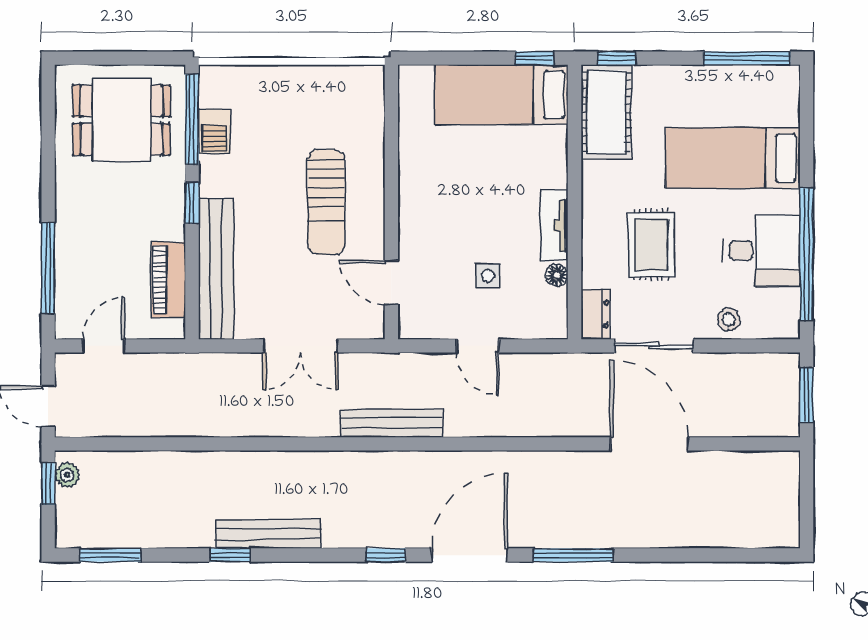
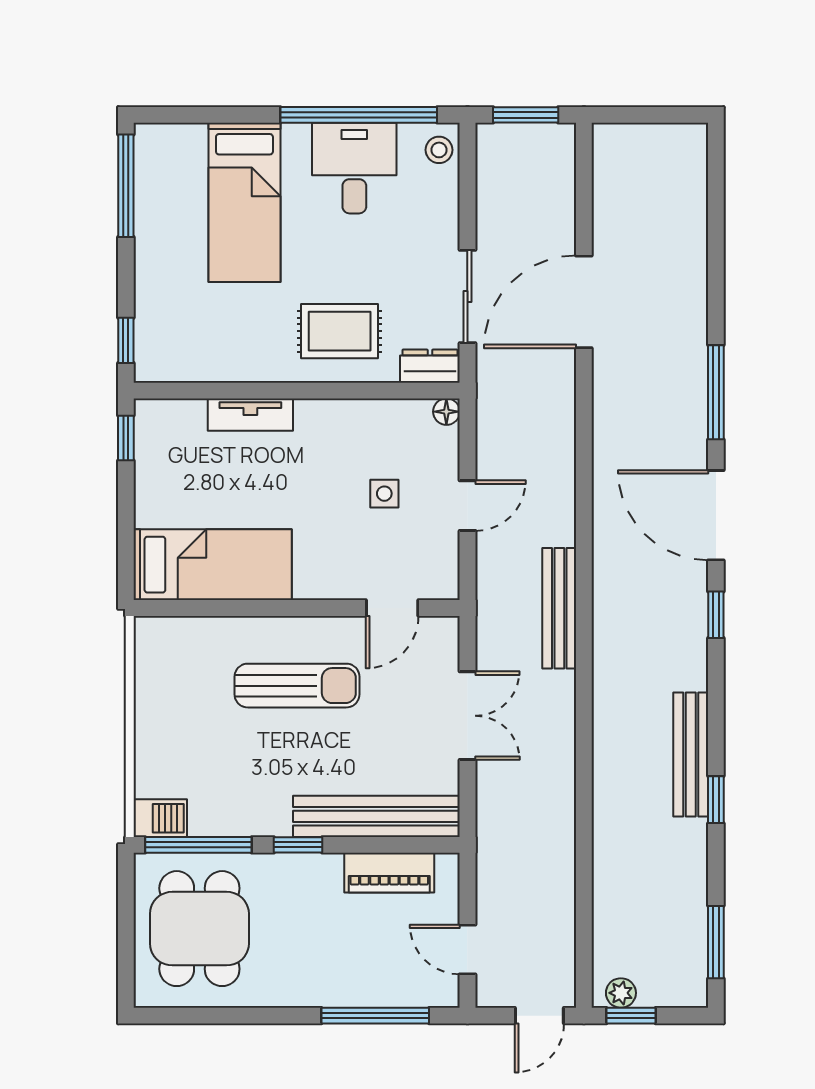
bed: (501, 95) -> (213, 565), moved, turned -90
cot: (606, 112) -> (190, 353), removed
barbecue: (214, 132) -> (160, 818), moved
tv unit: (554, 226) -> (250, 415), moved
rug: (651, 245) -> (340, 331), moved
floor lamp: (557, 275) -> (446, 412), moved
stool: (729, 320) -> (439, 150), moved

